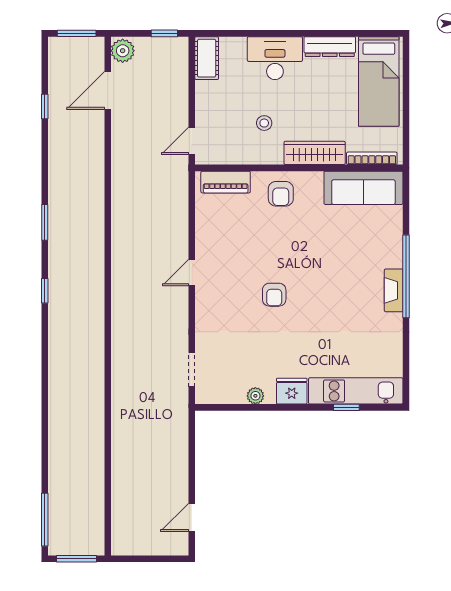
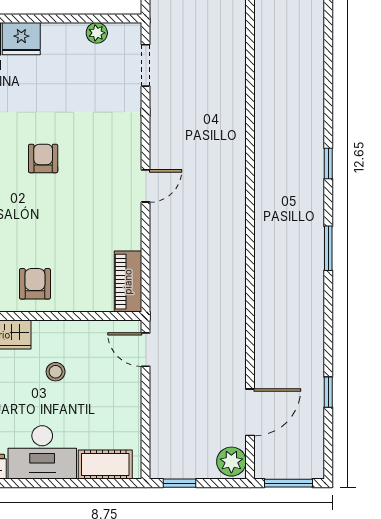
cot: (207, 58) -> (105, 465), moved, turned 90
door: (192, 141) -> (146, 350), swing flipped
piano: (226, 182) -> (128, 282), moved, turned -90
plant: (255, 396) -> (97, 33), moved

